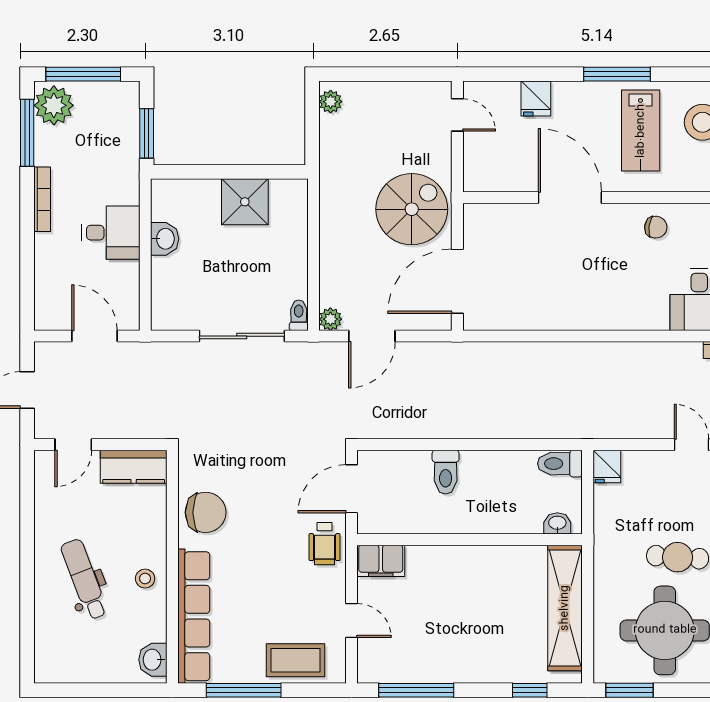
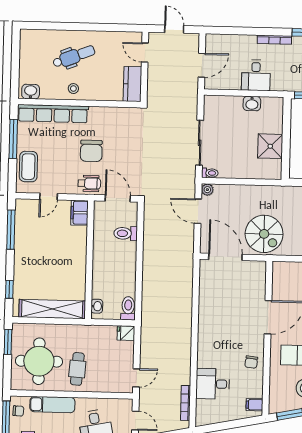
toilet: (446, 472) -> (126, 233), moved
chair: (206, 512) -> (91, 151), moved
wheelchair: (325, 544) -> (89, 183), turned 180

